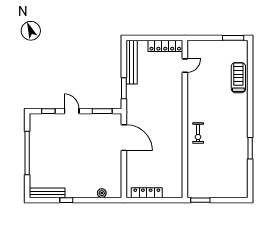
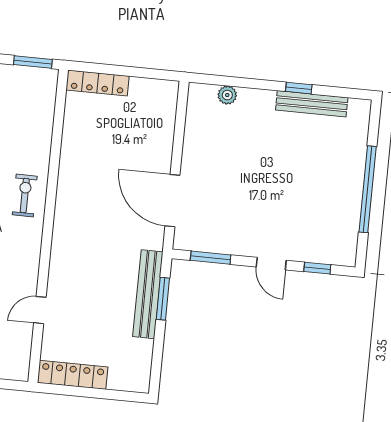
bench: (132, 62) -> (148, 294), moved
door: (185, 66) -> (40, 310), moved
bench: (47, 193) -> (312, 104), moved
locker: (147, 193) -> (98, 83), moved

